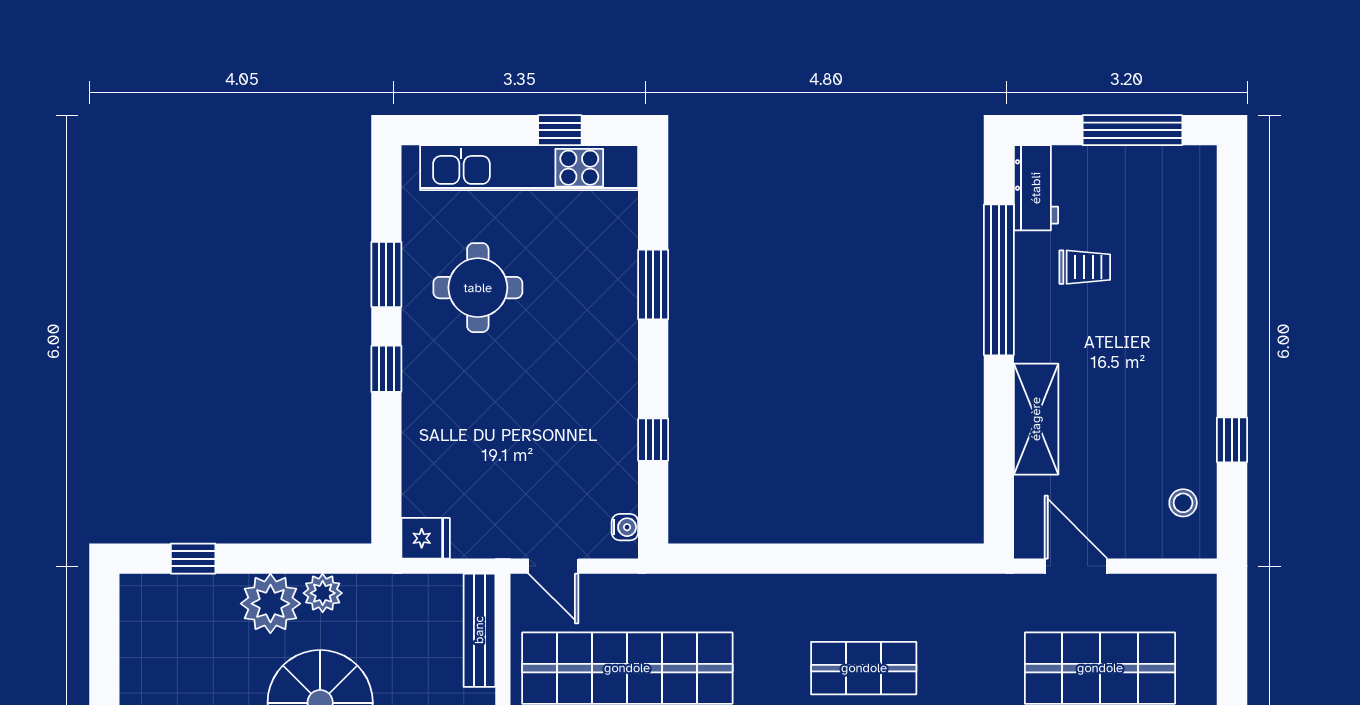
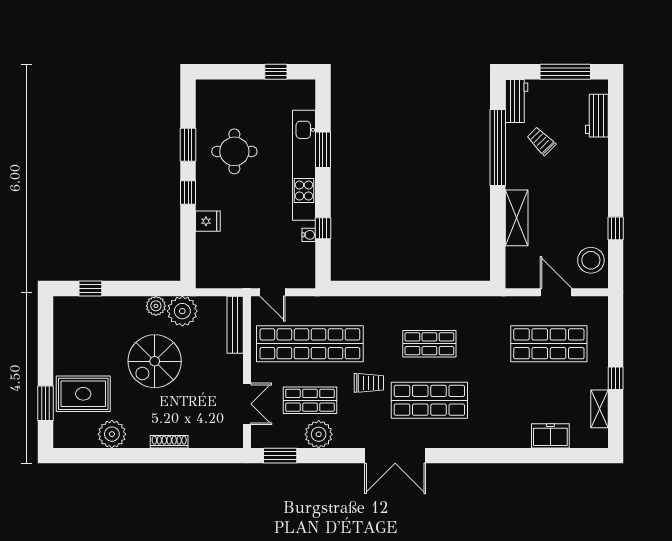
kitchen unit: (529, 168) -> (304, 165), moved, turned 90
workbench: (1195, 217) -> (597, 116), added
trolley: (1085, 267) -> (541, 141), turned -135
stool: (1183, 503) -> (591, 260), width x1.89, depth x1.89
water cooler: (625, 527) -> (309, 235), moved
fridge: (426, 538) -> (208, 221), moved
door: (1076, 566) -> (556, 292), moved
plant: (270, 604) -> (182, 311), moved

